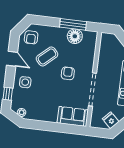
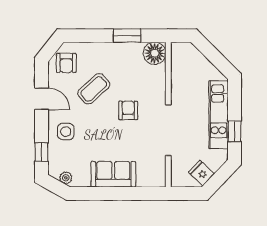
window: (73, 24) -> (127, 36), width x0.69
floor lamp: (75, 36) -> (155, 53), moved
sofa: (73, 116) -> (113, 174), moved

